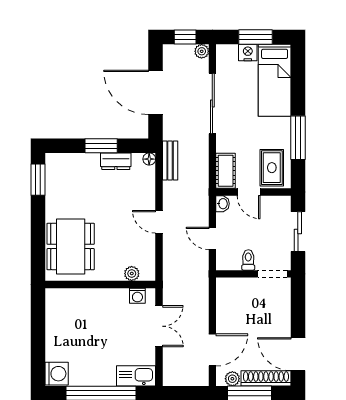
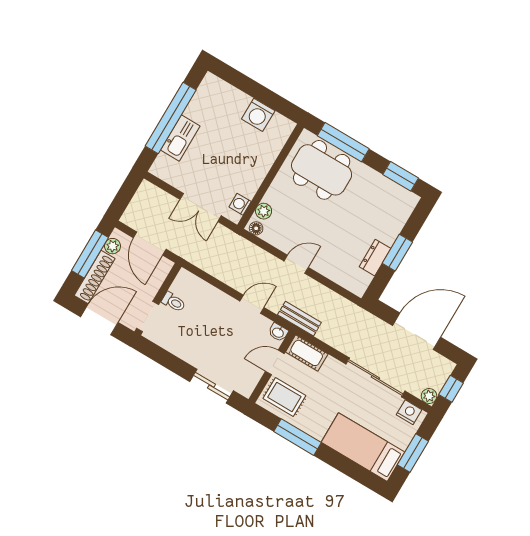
nightstand: (248, 52) -> (409, 412), moved, turned -90
floor lamp: (149, 159) -> (256, 228), moved
bench: (170, 160) -> (299, 319), moved
window: (38, 242) -> (343, 142), added
toilet: (248, 260) -> (174, 302), moved
wall: (253, 274) -> (158, 299), moved
doorway: (272, 274) -> (148, 316), moved
washing machine: (57, 374) -> (258, 115), moved
kitchen sink: (136, 376) -> (180, 138), moved

